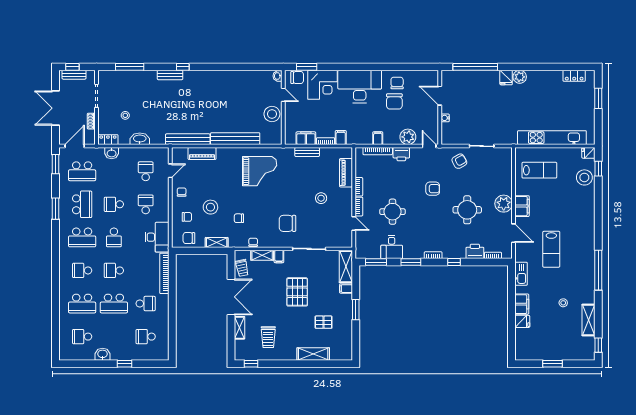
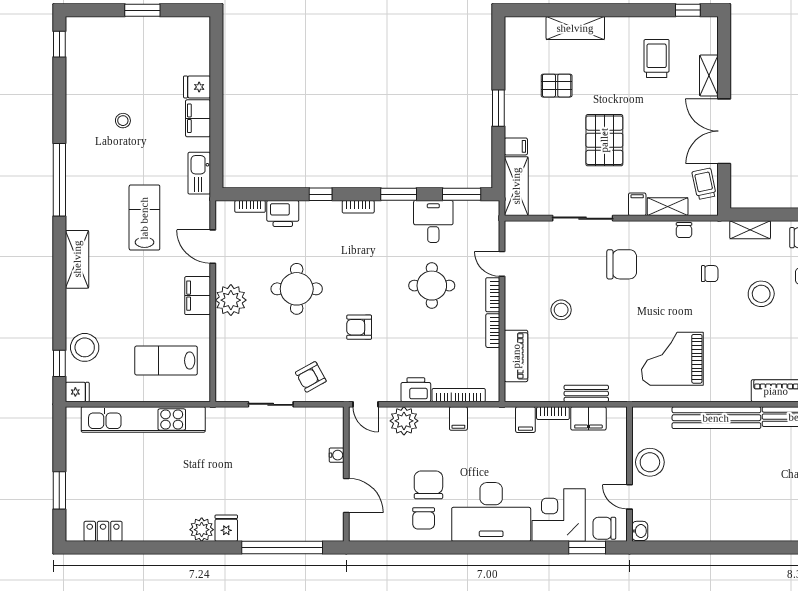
shelving: (589, 320) -> (77, 259), moved

